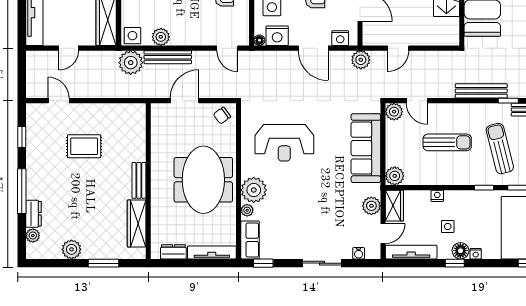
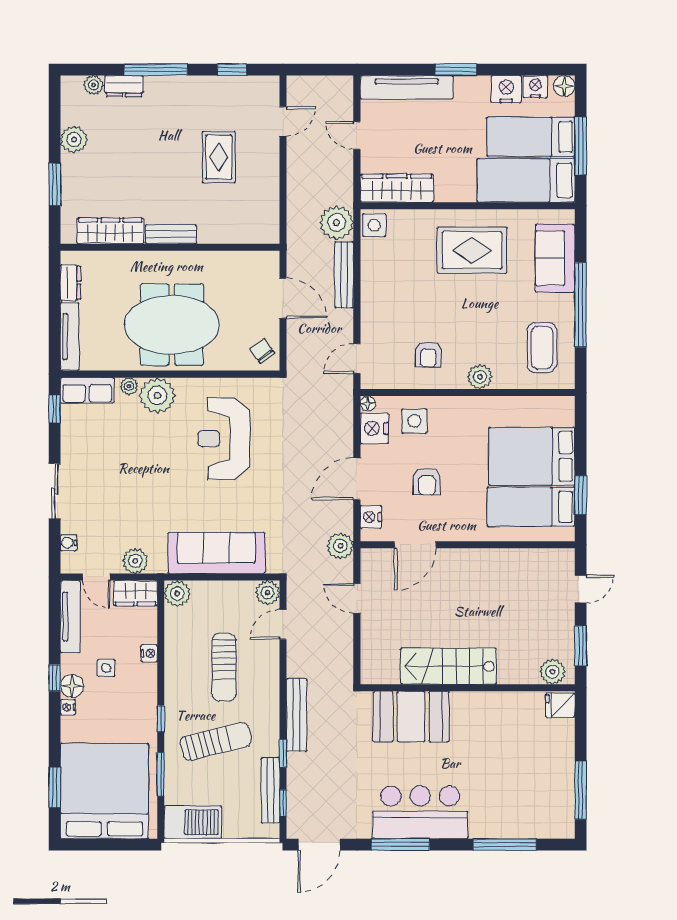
plant: (161, 37) -> (373, 265), removed

